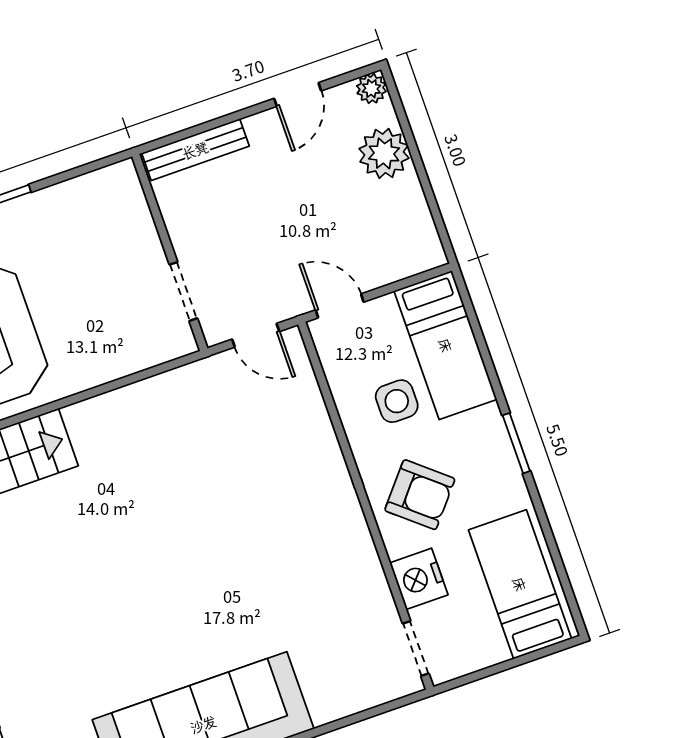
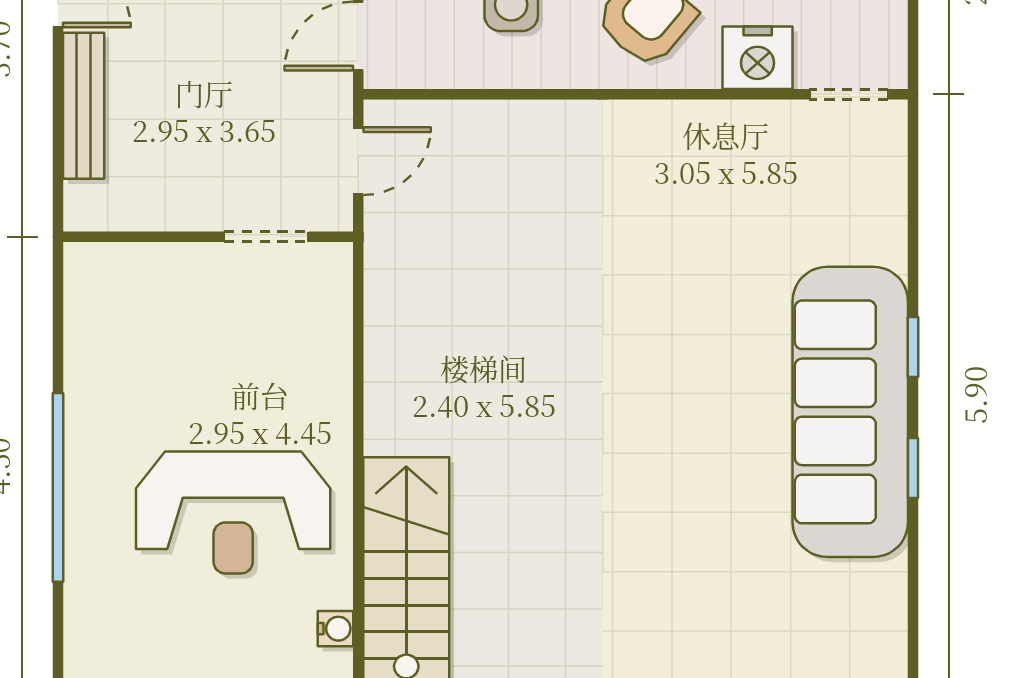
bench: (195, 150) -> (84, 106), moved

